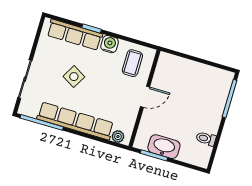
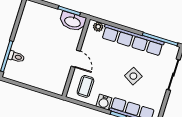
door: (145, 97) -> (76, 59), swing flipped
toilet: (206, 139) -> (16, 57), moved
washbasin: (164, 147) -> (73, 22), moved

